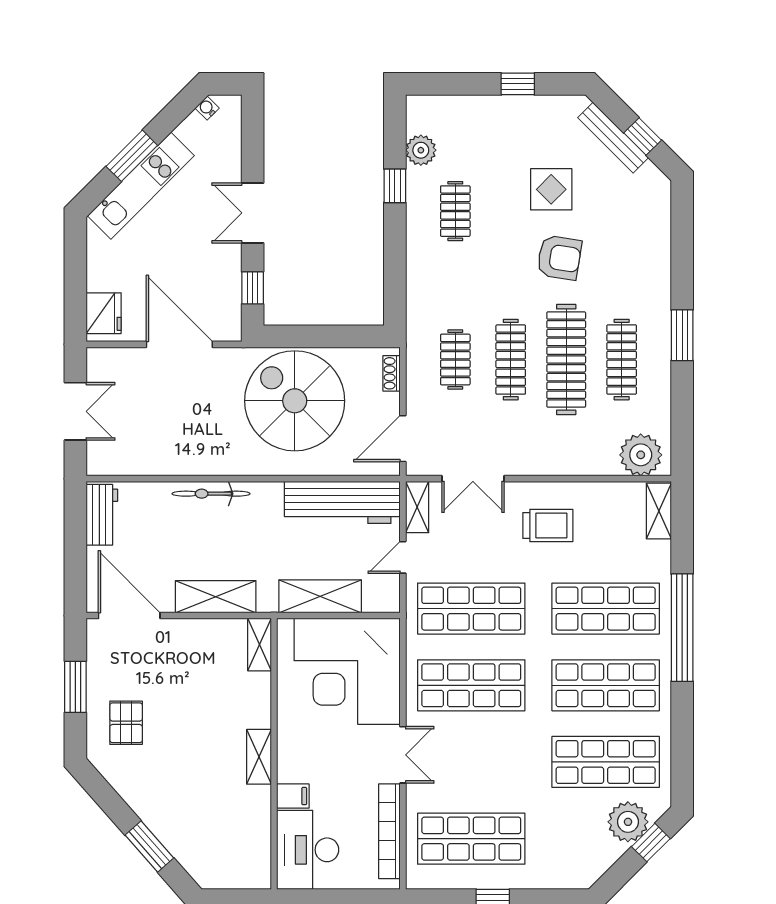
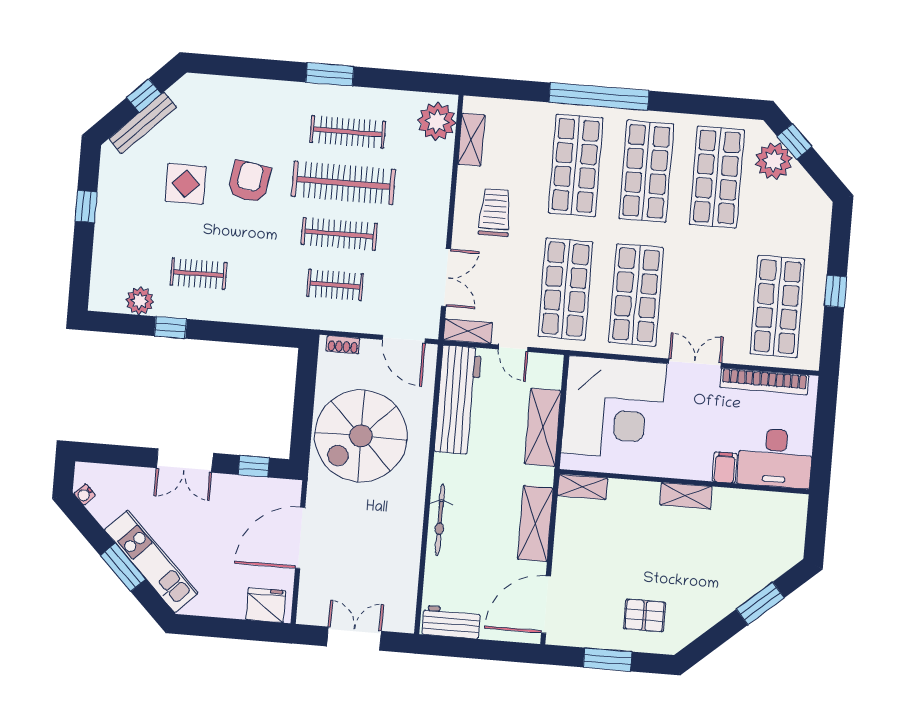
shelving: (659, 511) -> (471, 140), moved, turned 90

